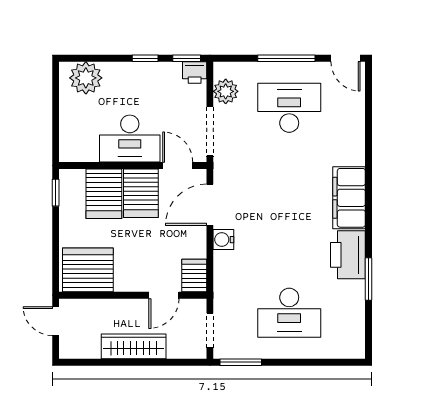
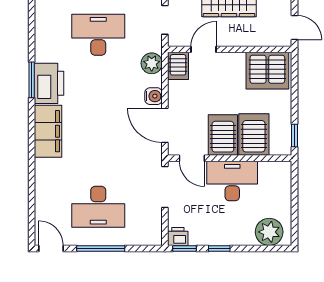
plant: (226, 91) -> (152, 63), moved
door: (210, 205) -> (165, 125), swing flipped
window: (369, 279) -> (32, 80), moved

